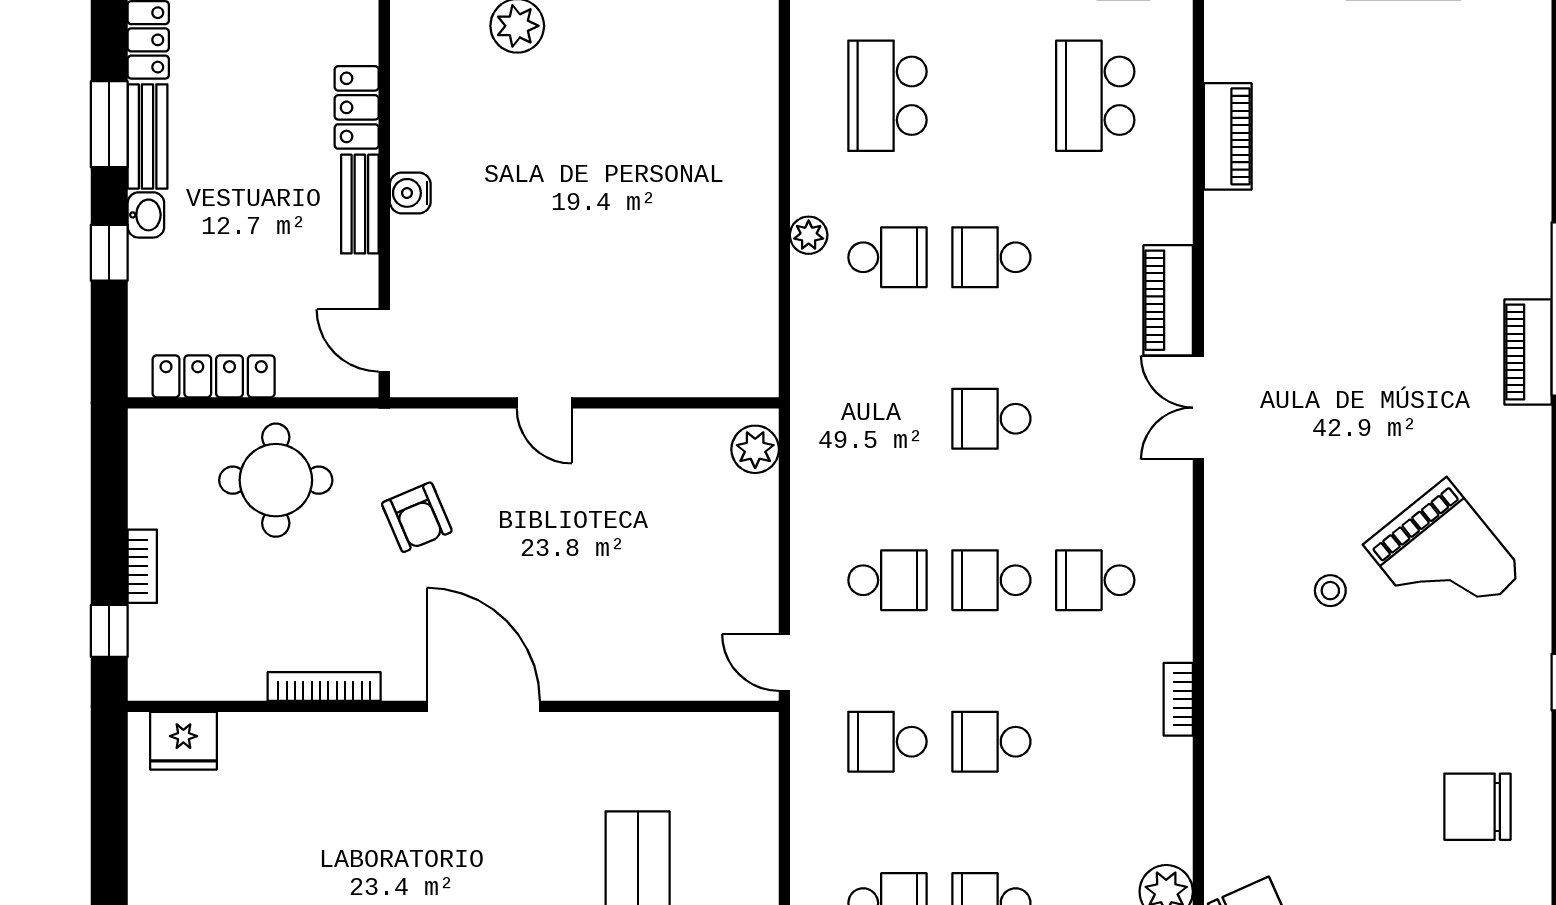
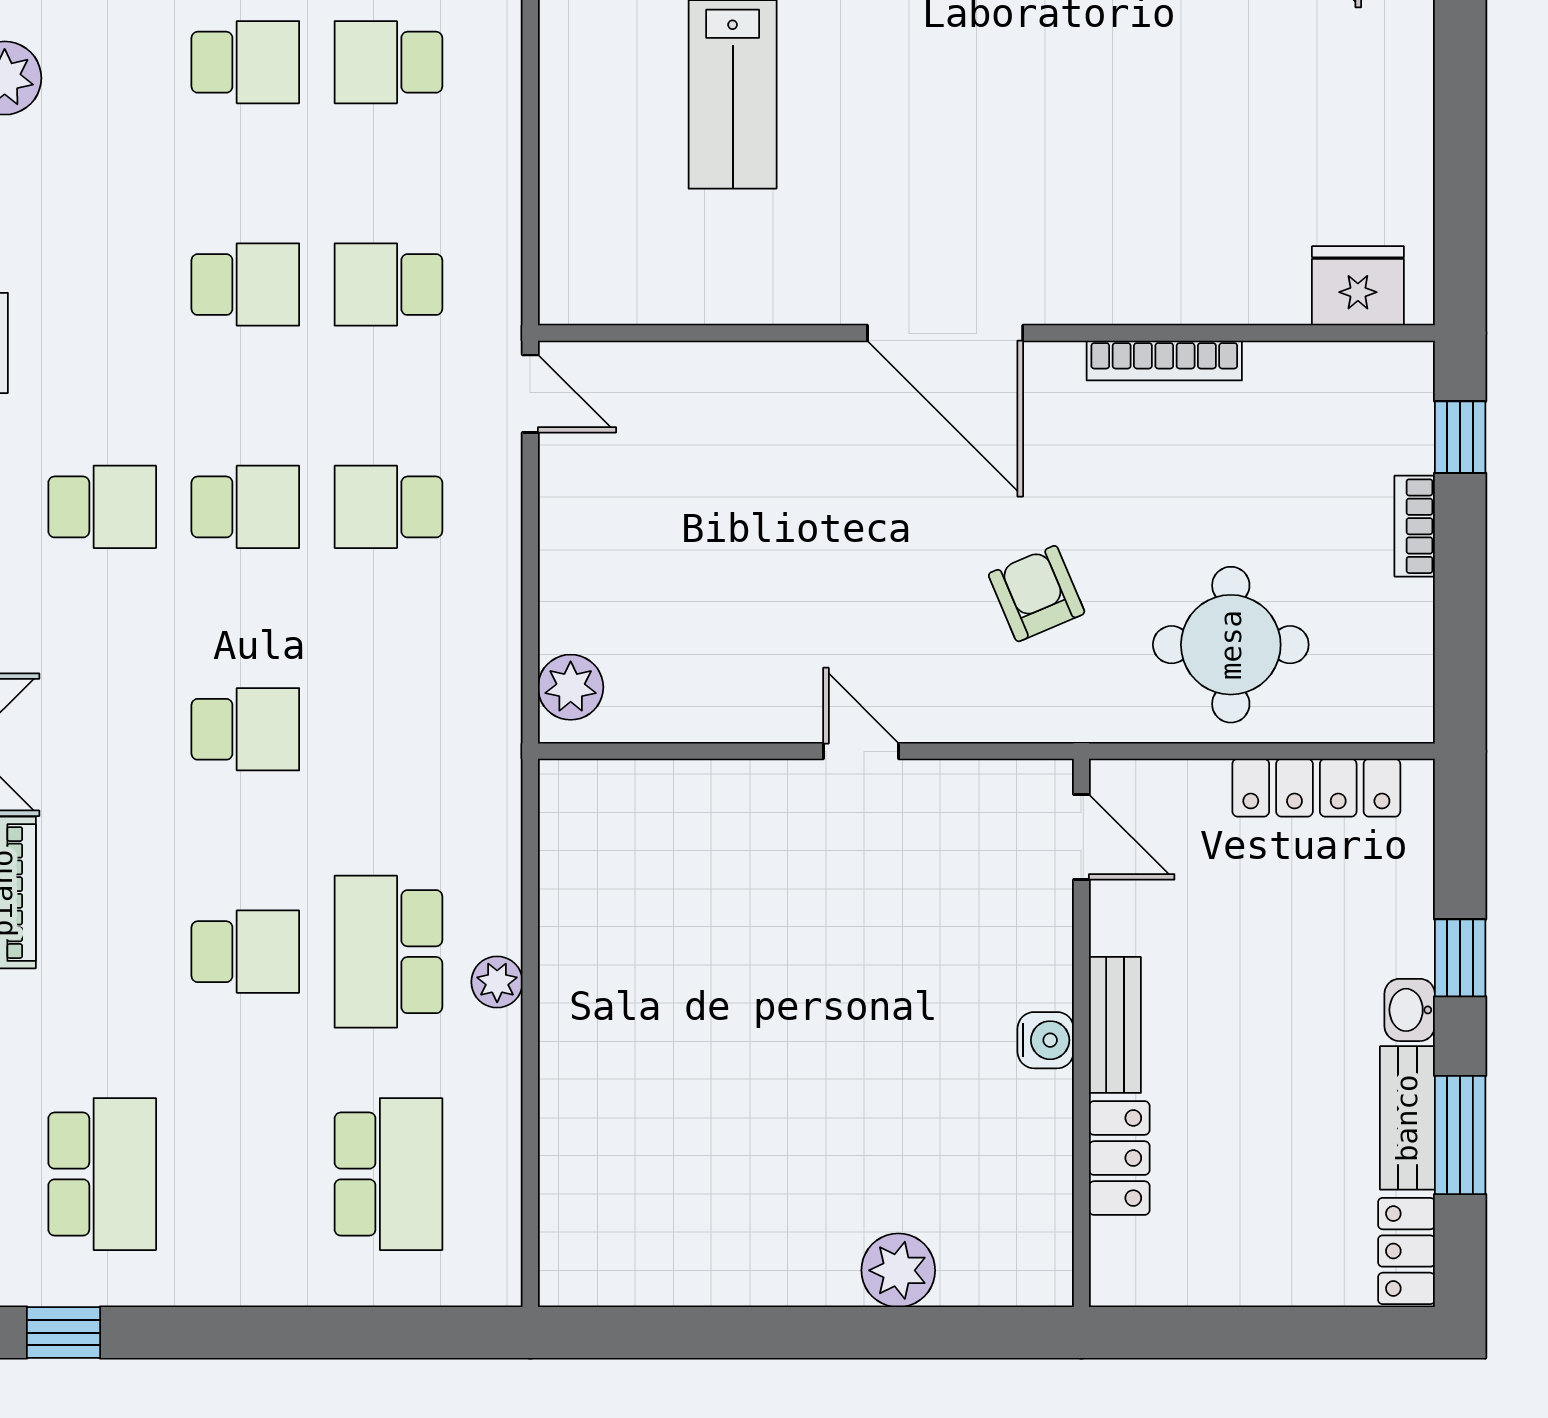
school desk: (887, 257) -> (388, 952), width x1.85
school desk: (887, 742) -> (388, 285), turned 180

